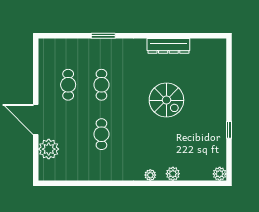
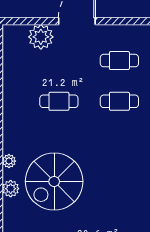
spiral stairs: (166, 100) -> (54, 181), moved, width x1.37, depth x1.37

